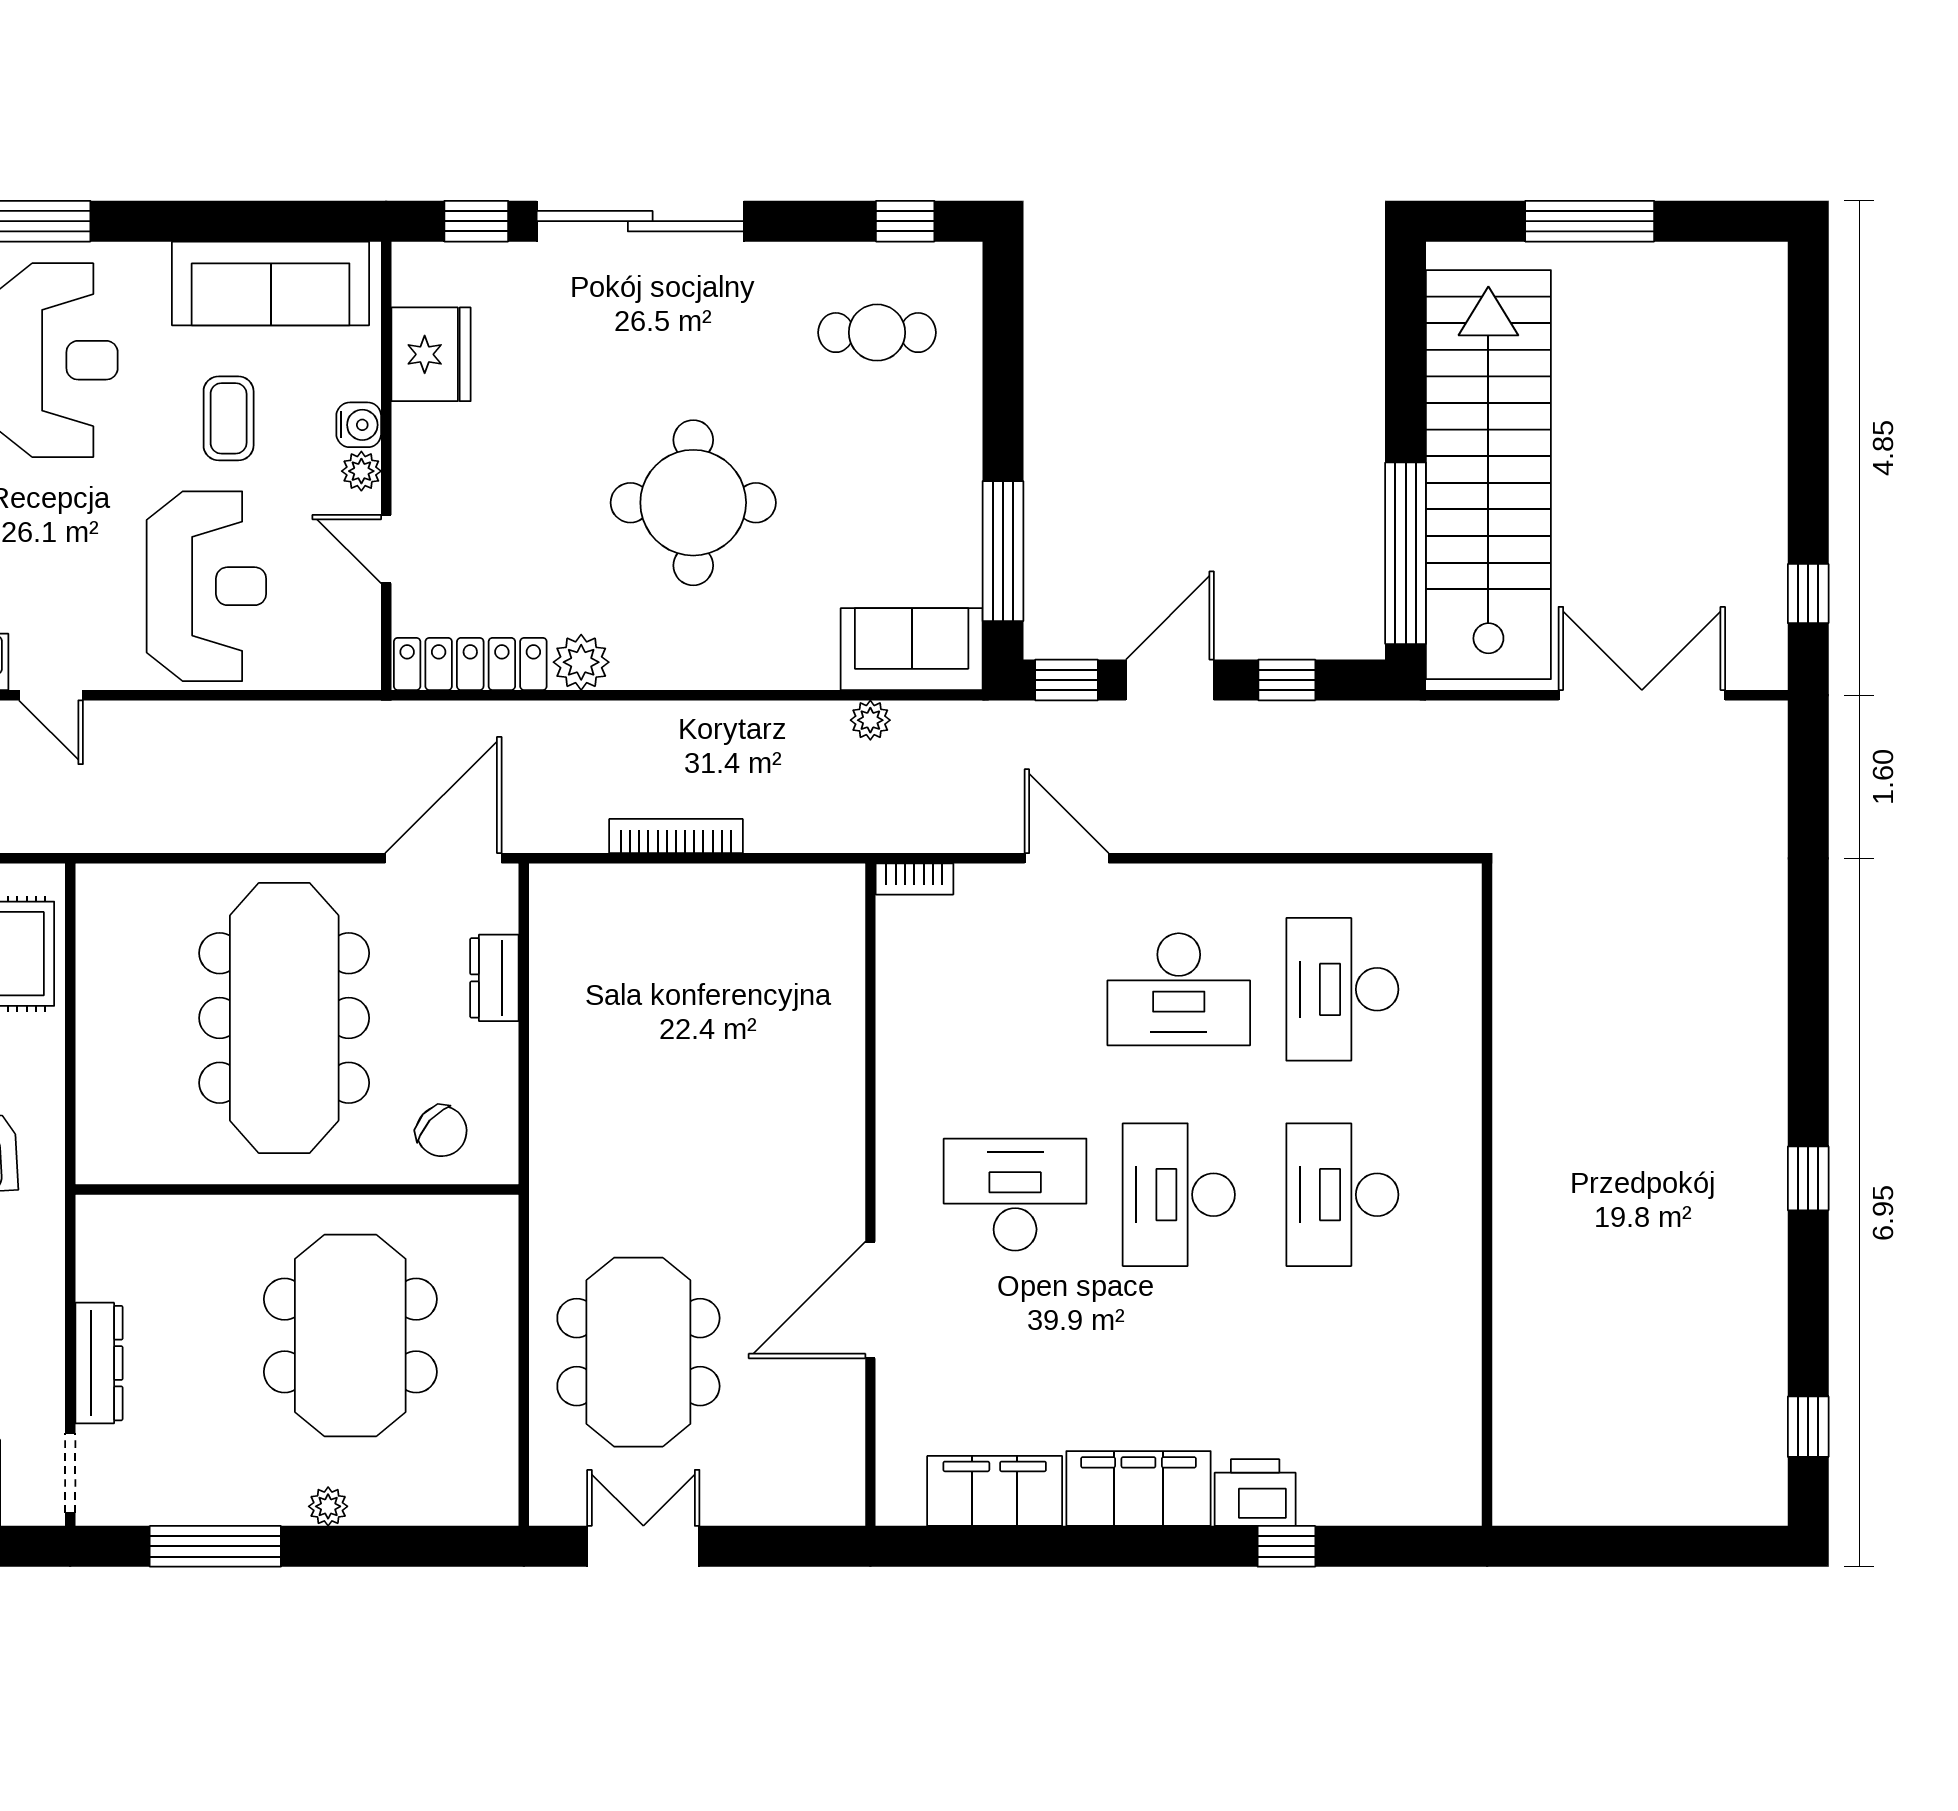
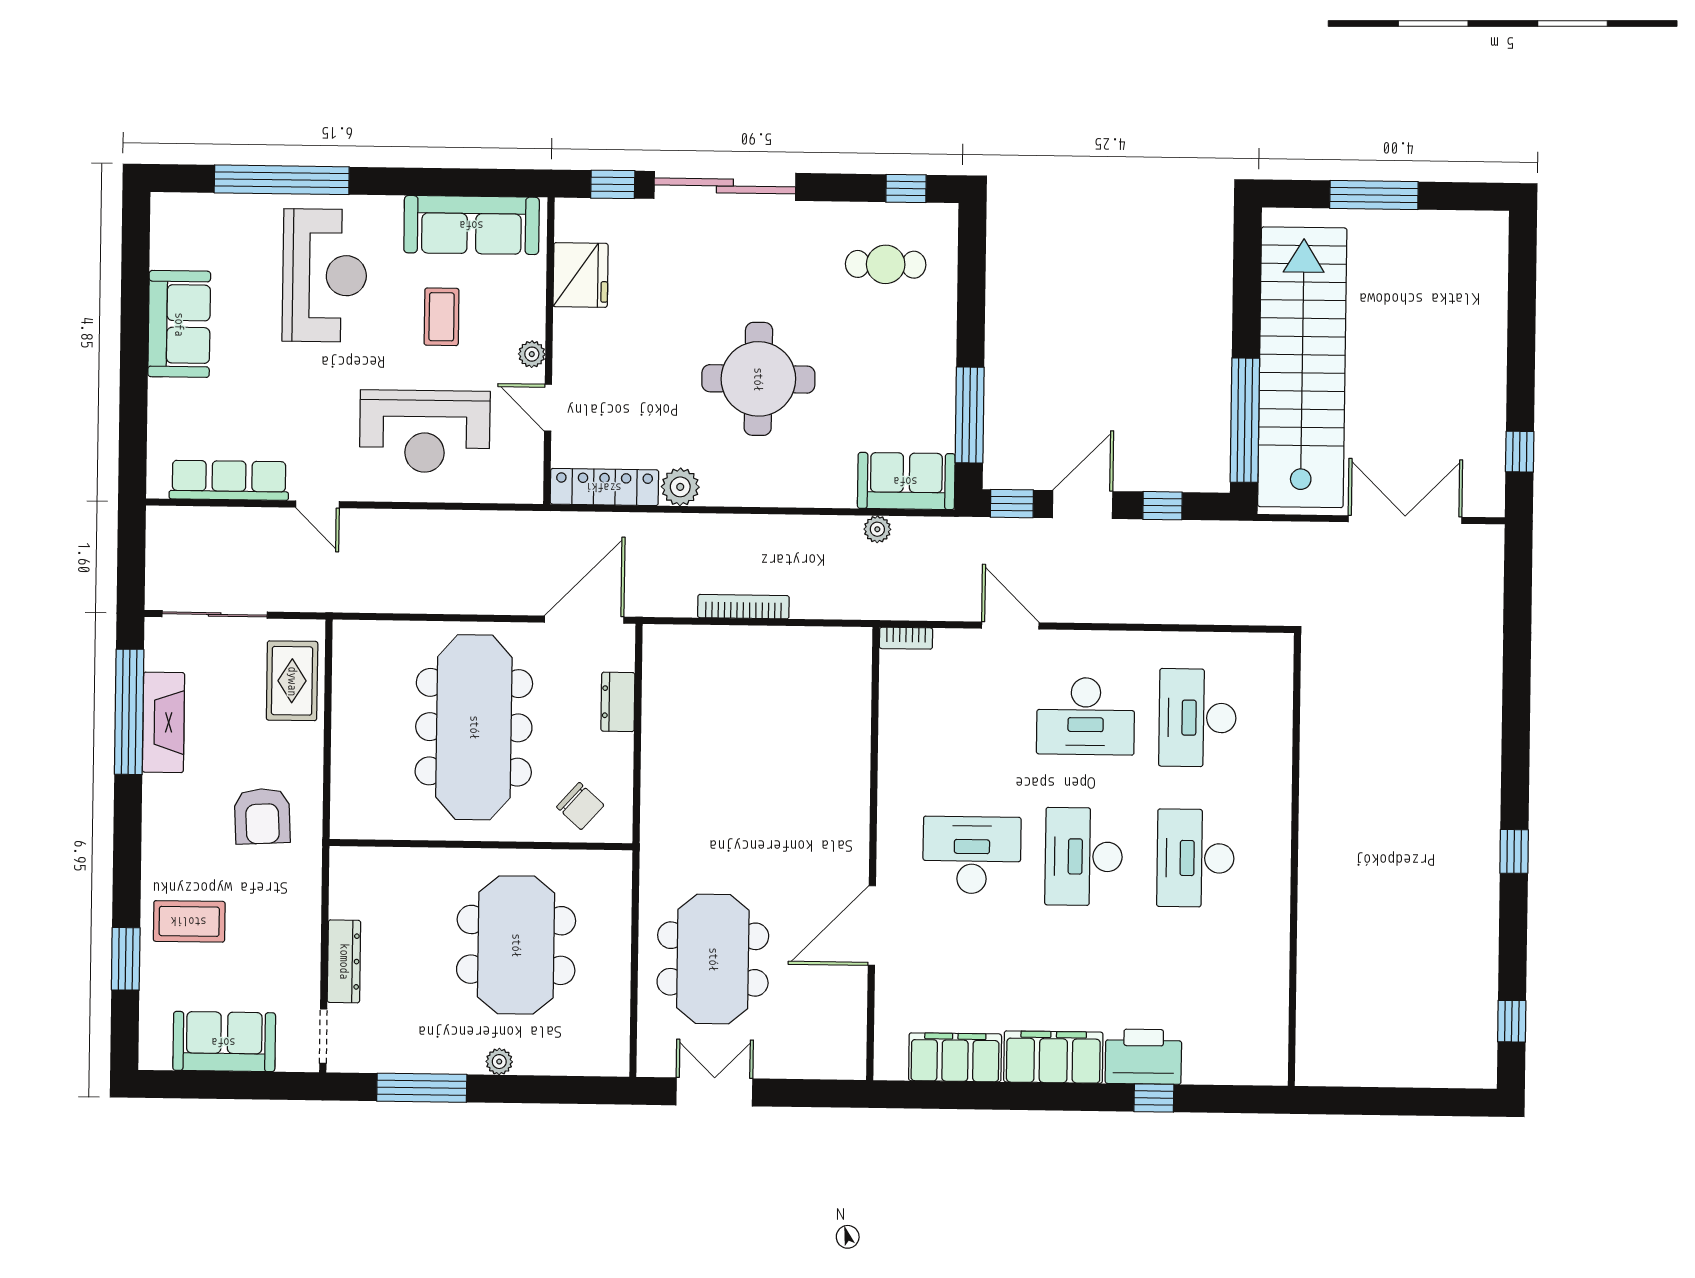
water cooler: (359, 425) -> (530, 322), removed
reception desk: (206, 586) -> (425, 431), turned 90
printer: (1255, 1493) -> (1143, 1057), width x1.37, depth x1.19

